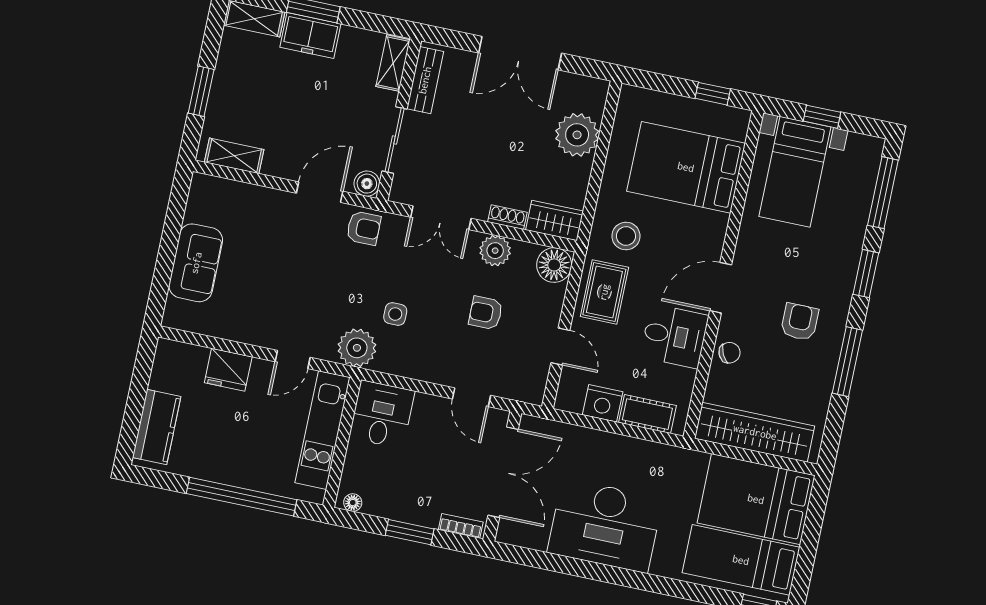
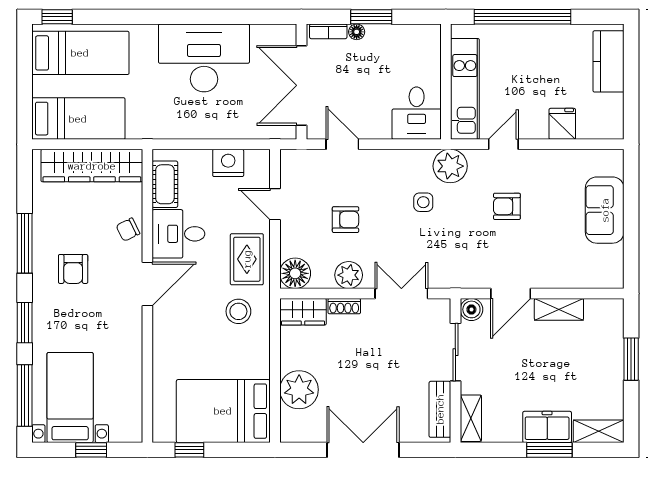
shelving: (234, 156) -> (559, 309), moved
bed: (686, 167) -> (223, 411), moved, turned 180
bed with nightstands: (795, 172) -> (70, 398), moved
armchair: (364, 228) -> (507, 206), moved
fridge: (228, 370) -> (562, 124), width x0.72
cot: (647, 414) -> (165, 184), moved, turned 90
bed: (756, 499) -> (78, 119), width x0.67
floor lamp: (353, 503) -> (357, 32), moved

